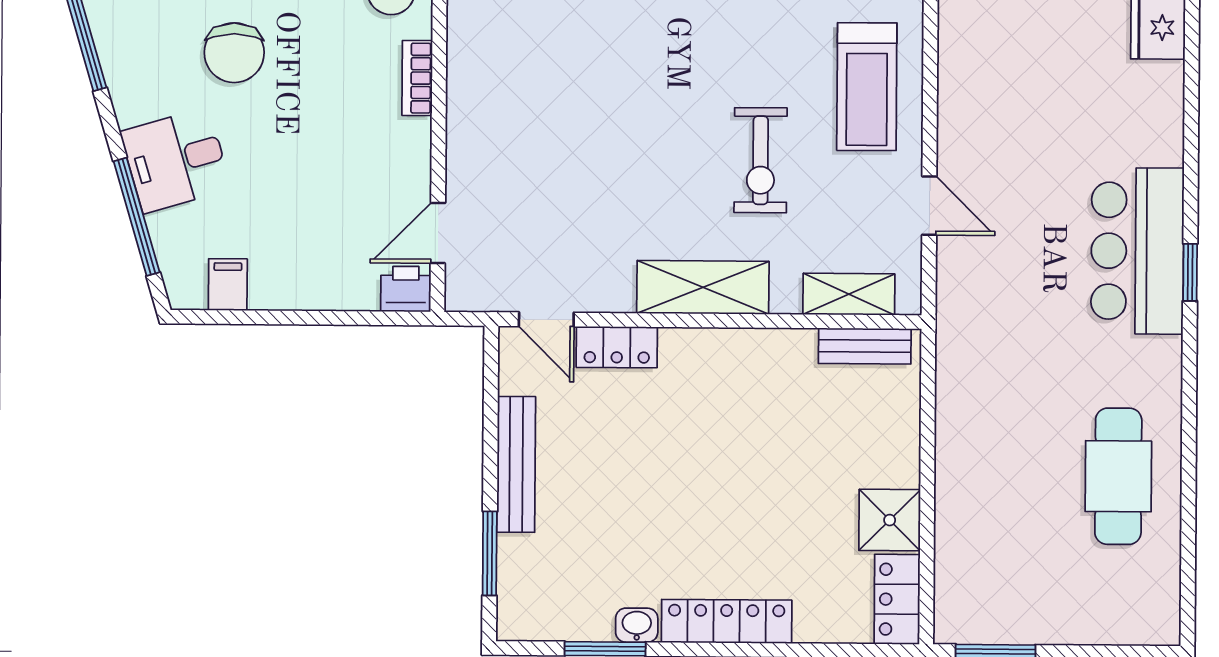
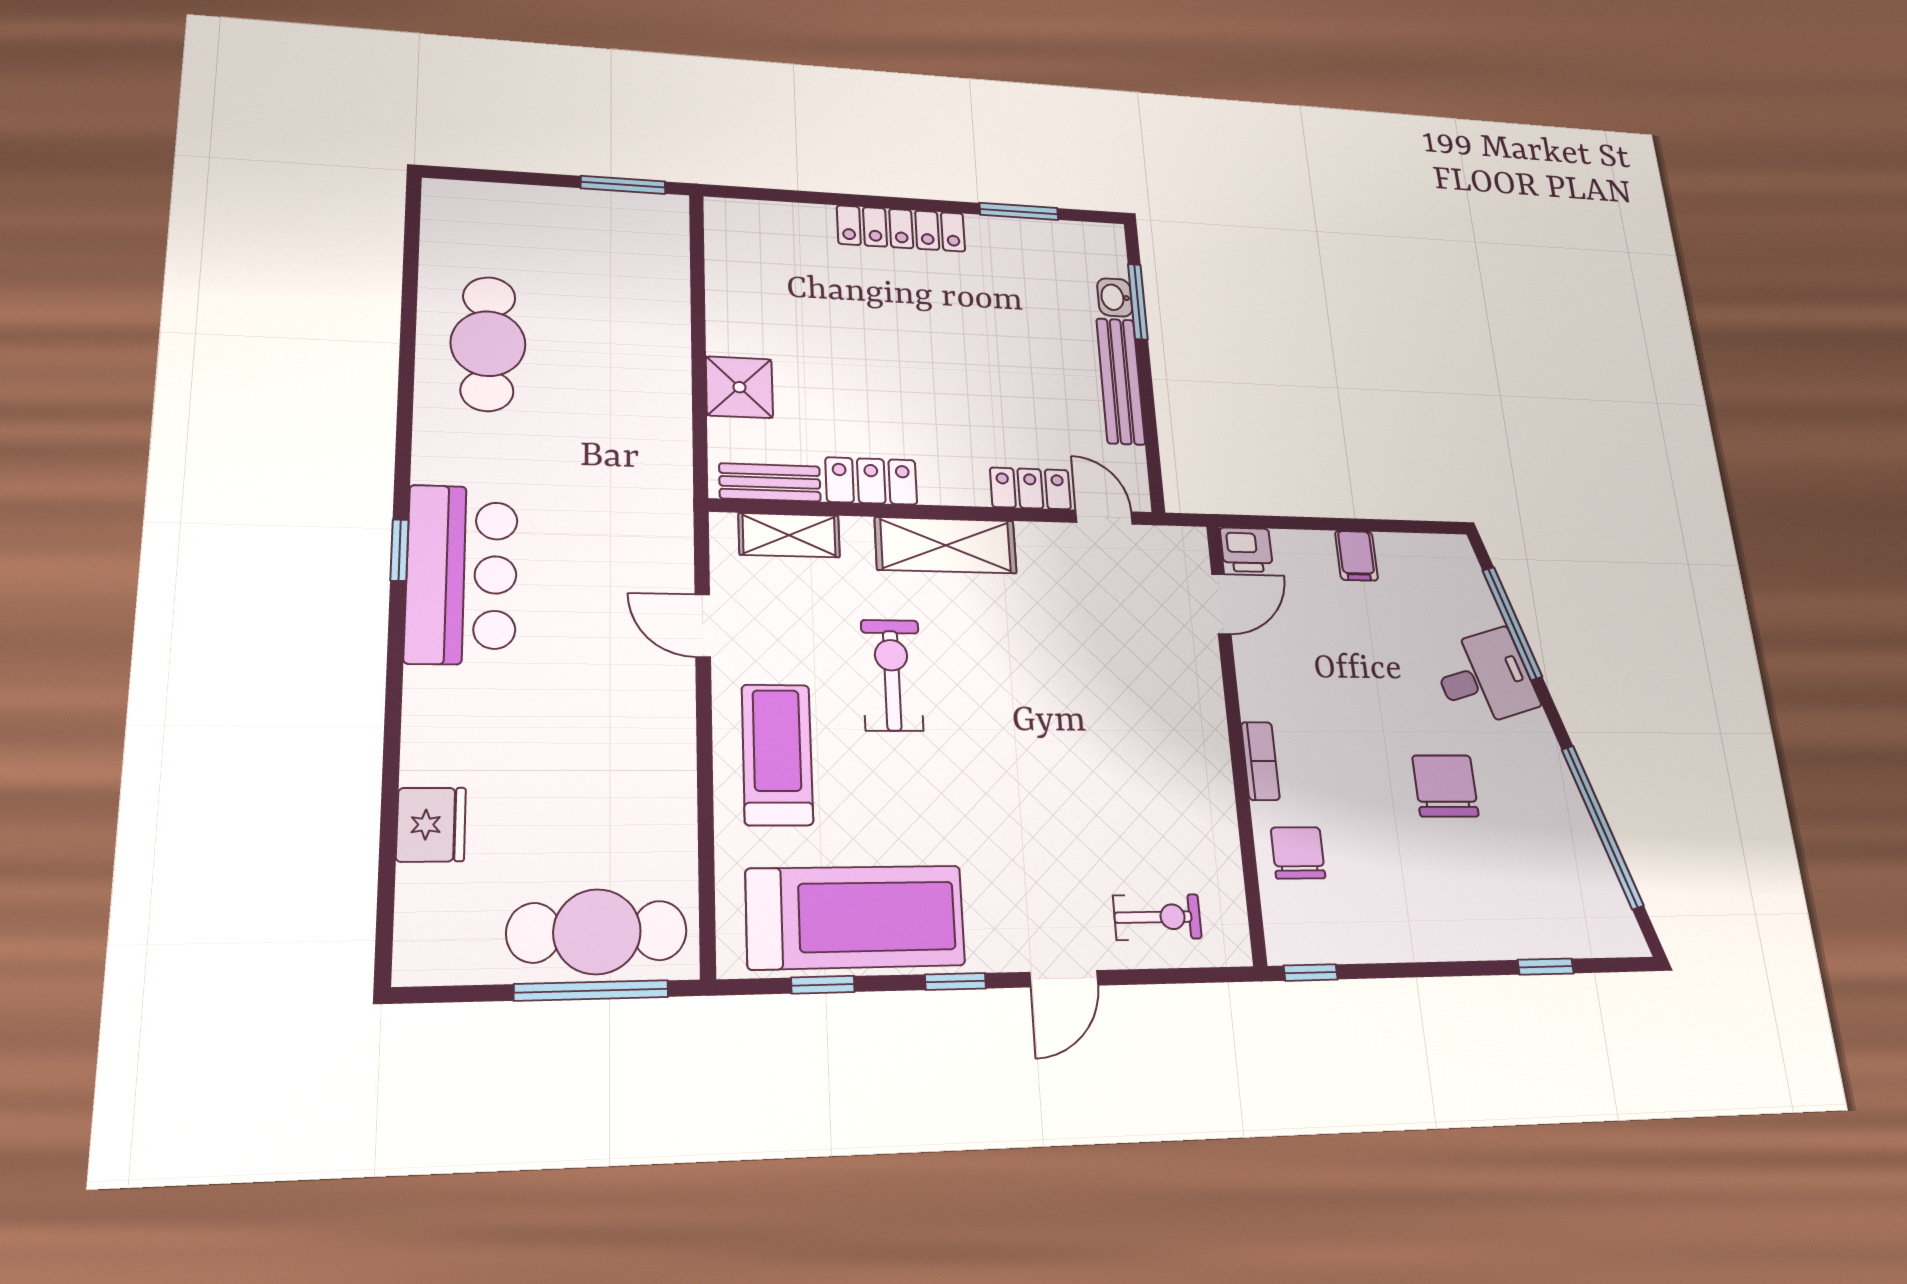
filing cabinet: (228, 285) -> (1356, 556), moved
shower: (890, 520) -> (739, 387), moved
locker: (897, 599) -> (871, 481), moved, turned -90
washbasin: (637, 625) -> (1115, 297), moved, turned 90

